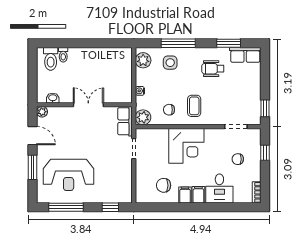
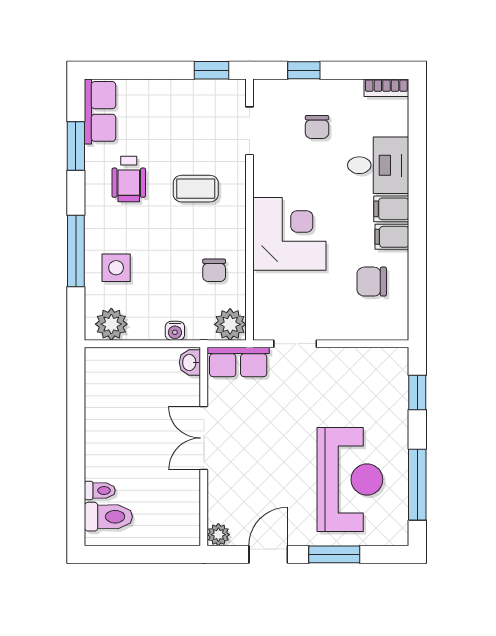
washbasin: (53, 98) -> (190, 362), moved
coffee table: (194, 106) -> (196, 189), moved
chair: (164, 185) -> (372, 282), turned 90

